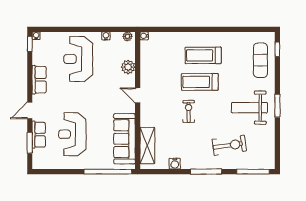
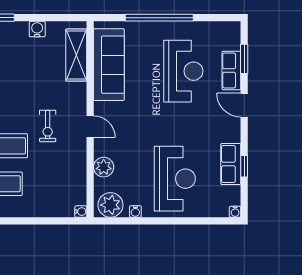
plant: (127, 36) -> (110, 205), width x1.88, depth x1.88
window: (30, 44) -> (244, 166), moved
row of seats: (39, 80) -> (231, 164), moved
door: (30, 110) -> (244, 105), swing flipped
exercise bike: (189, 111) -> (48, 126), moved
window: (108, 172) -> (159, 18), moved

